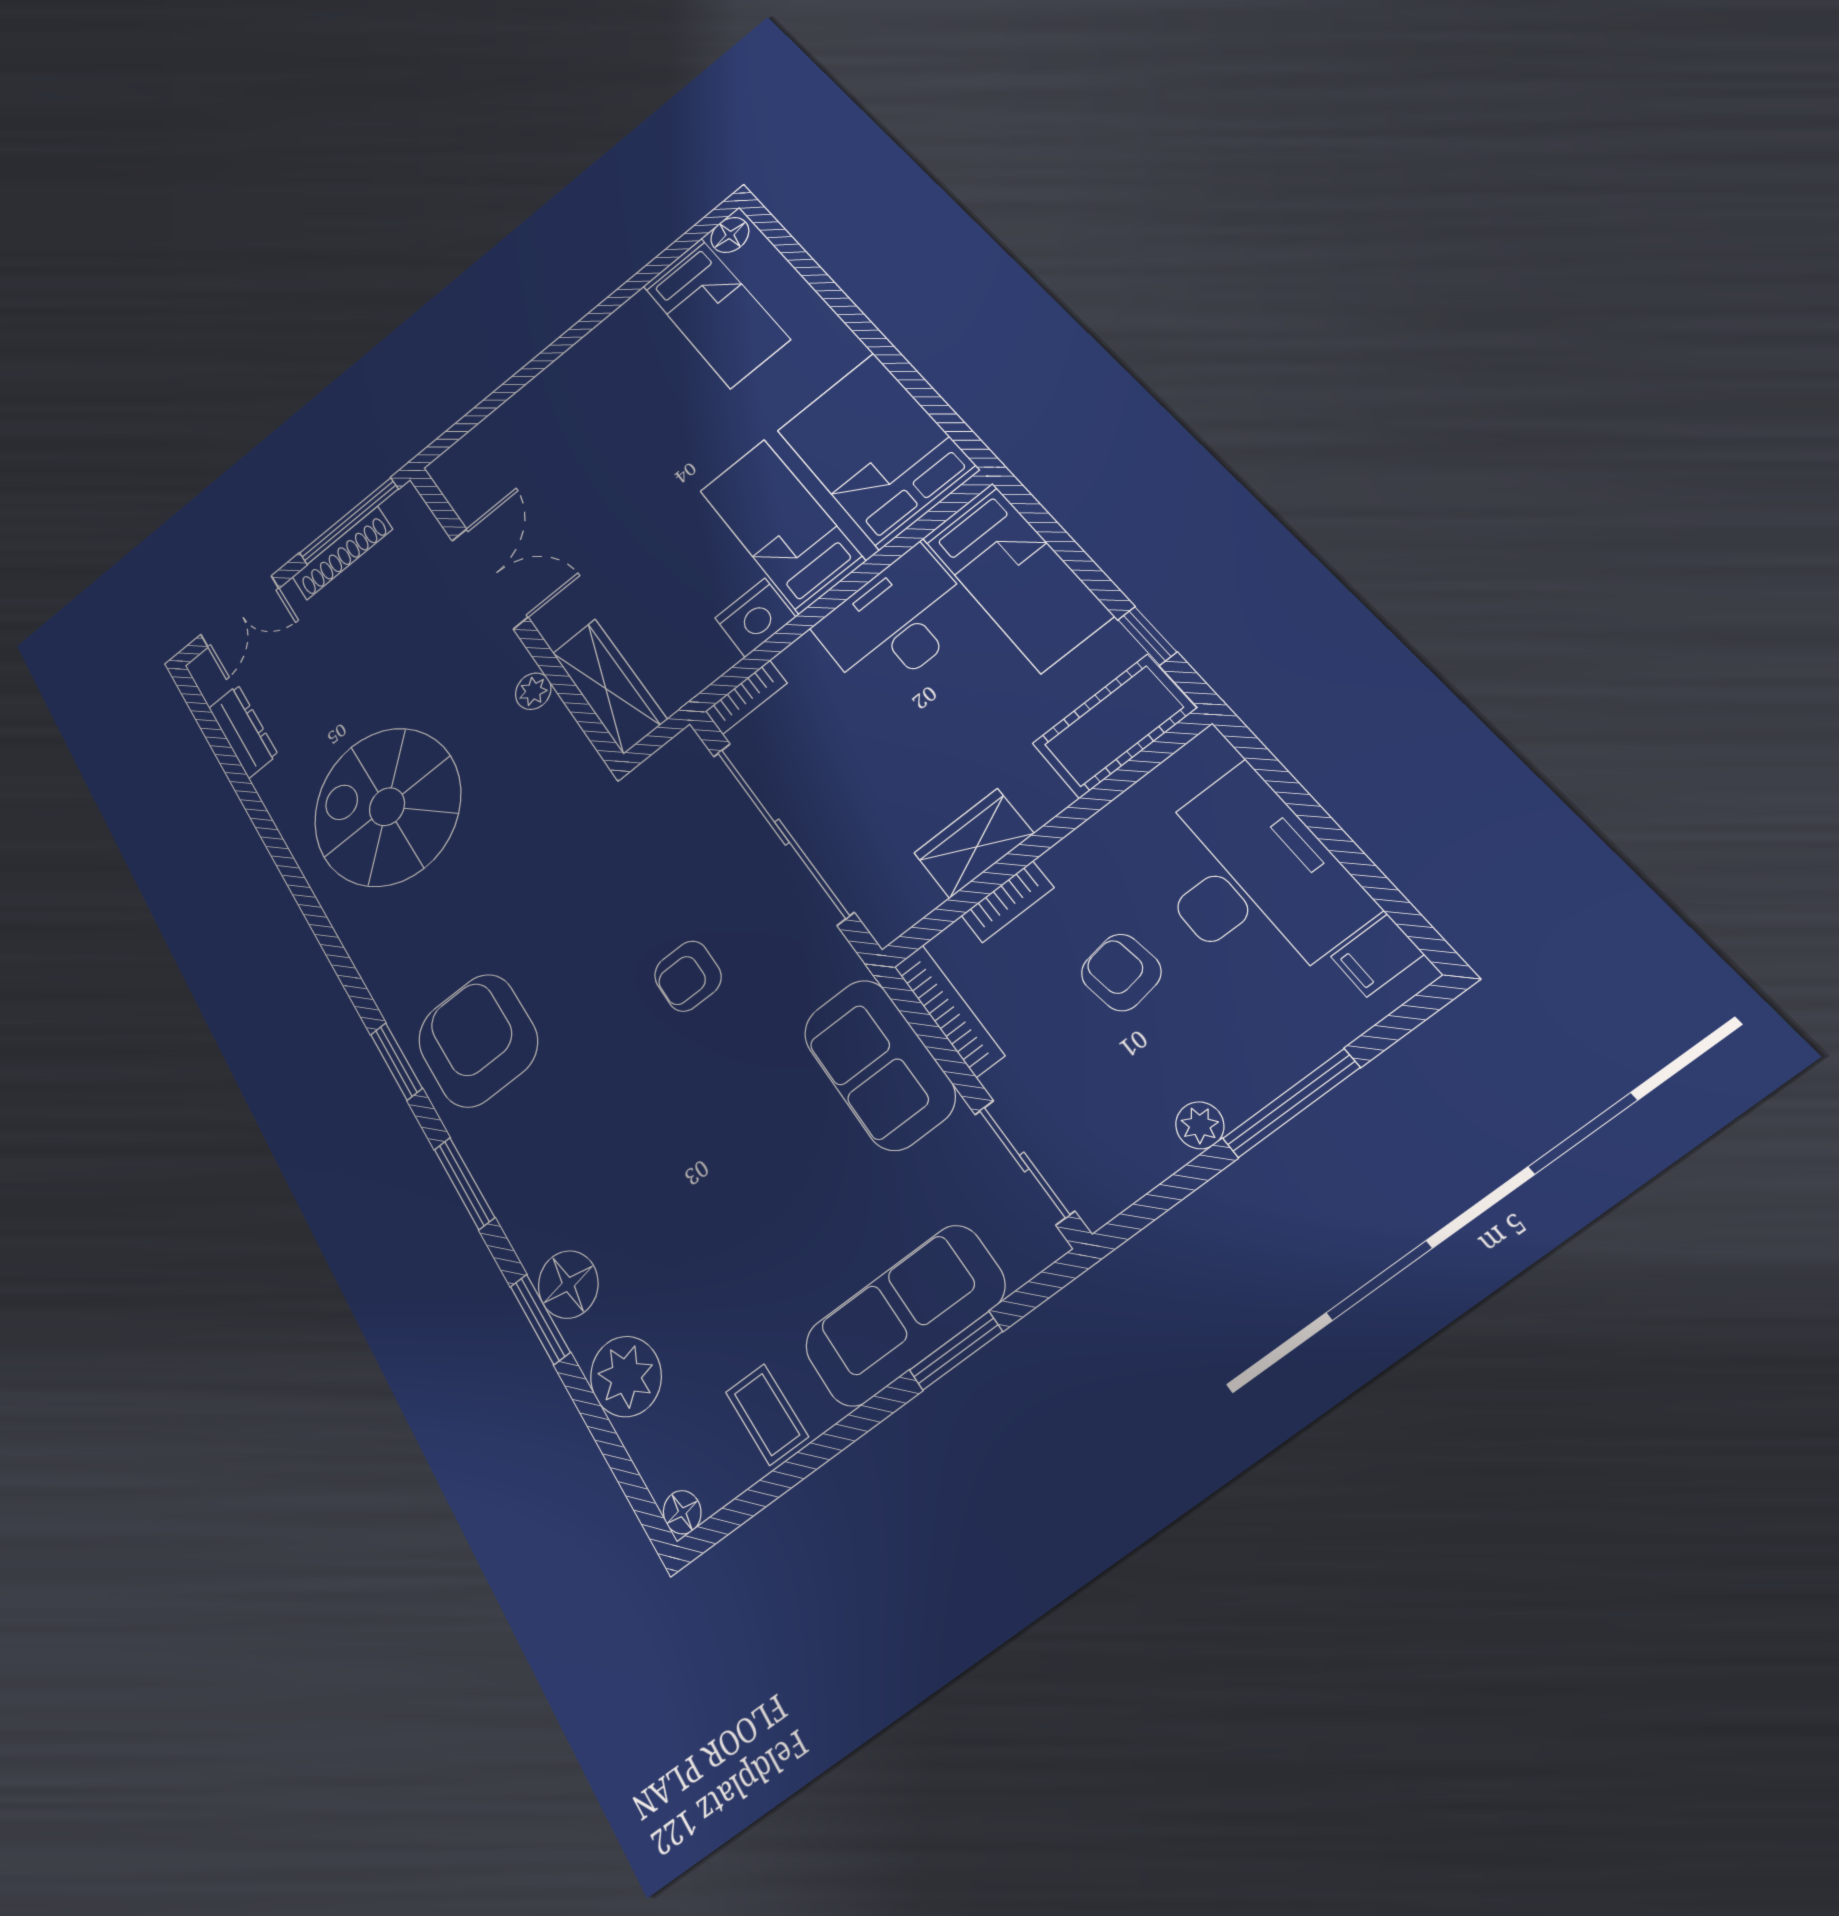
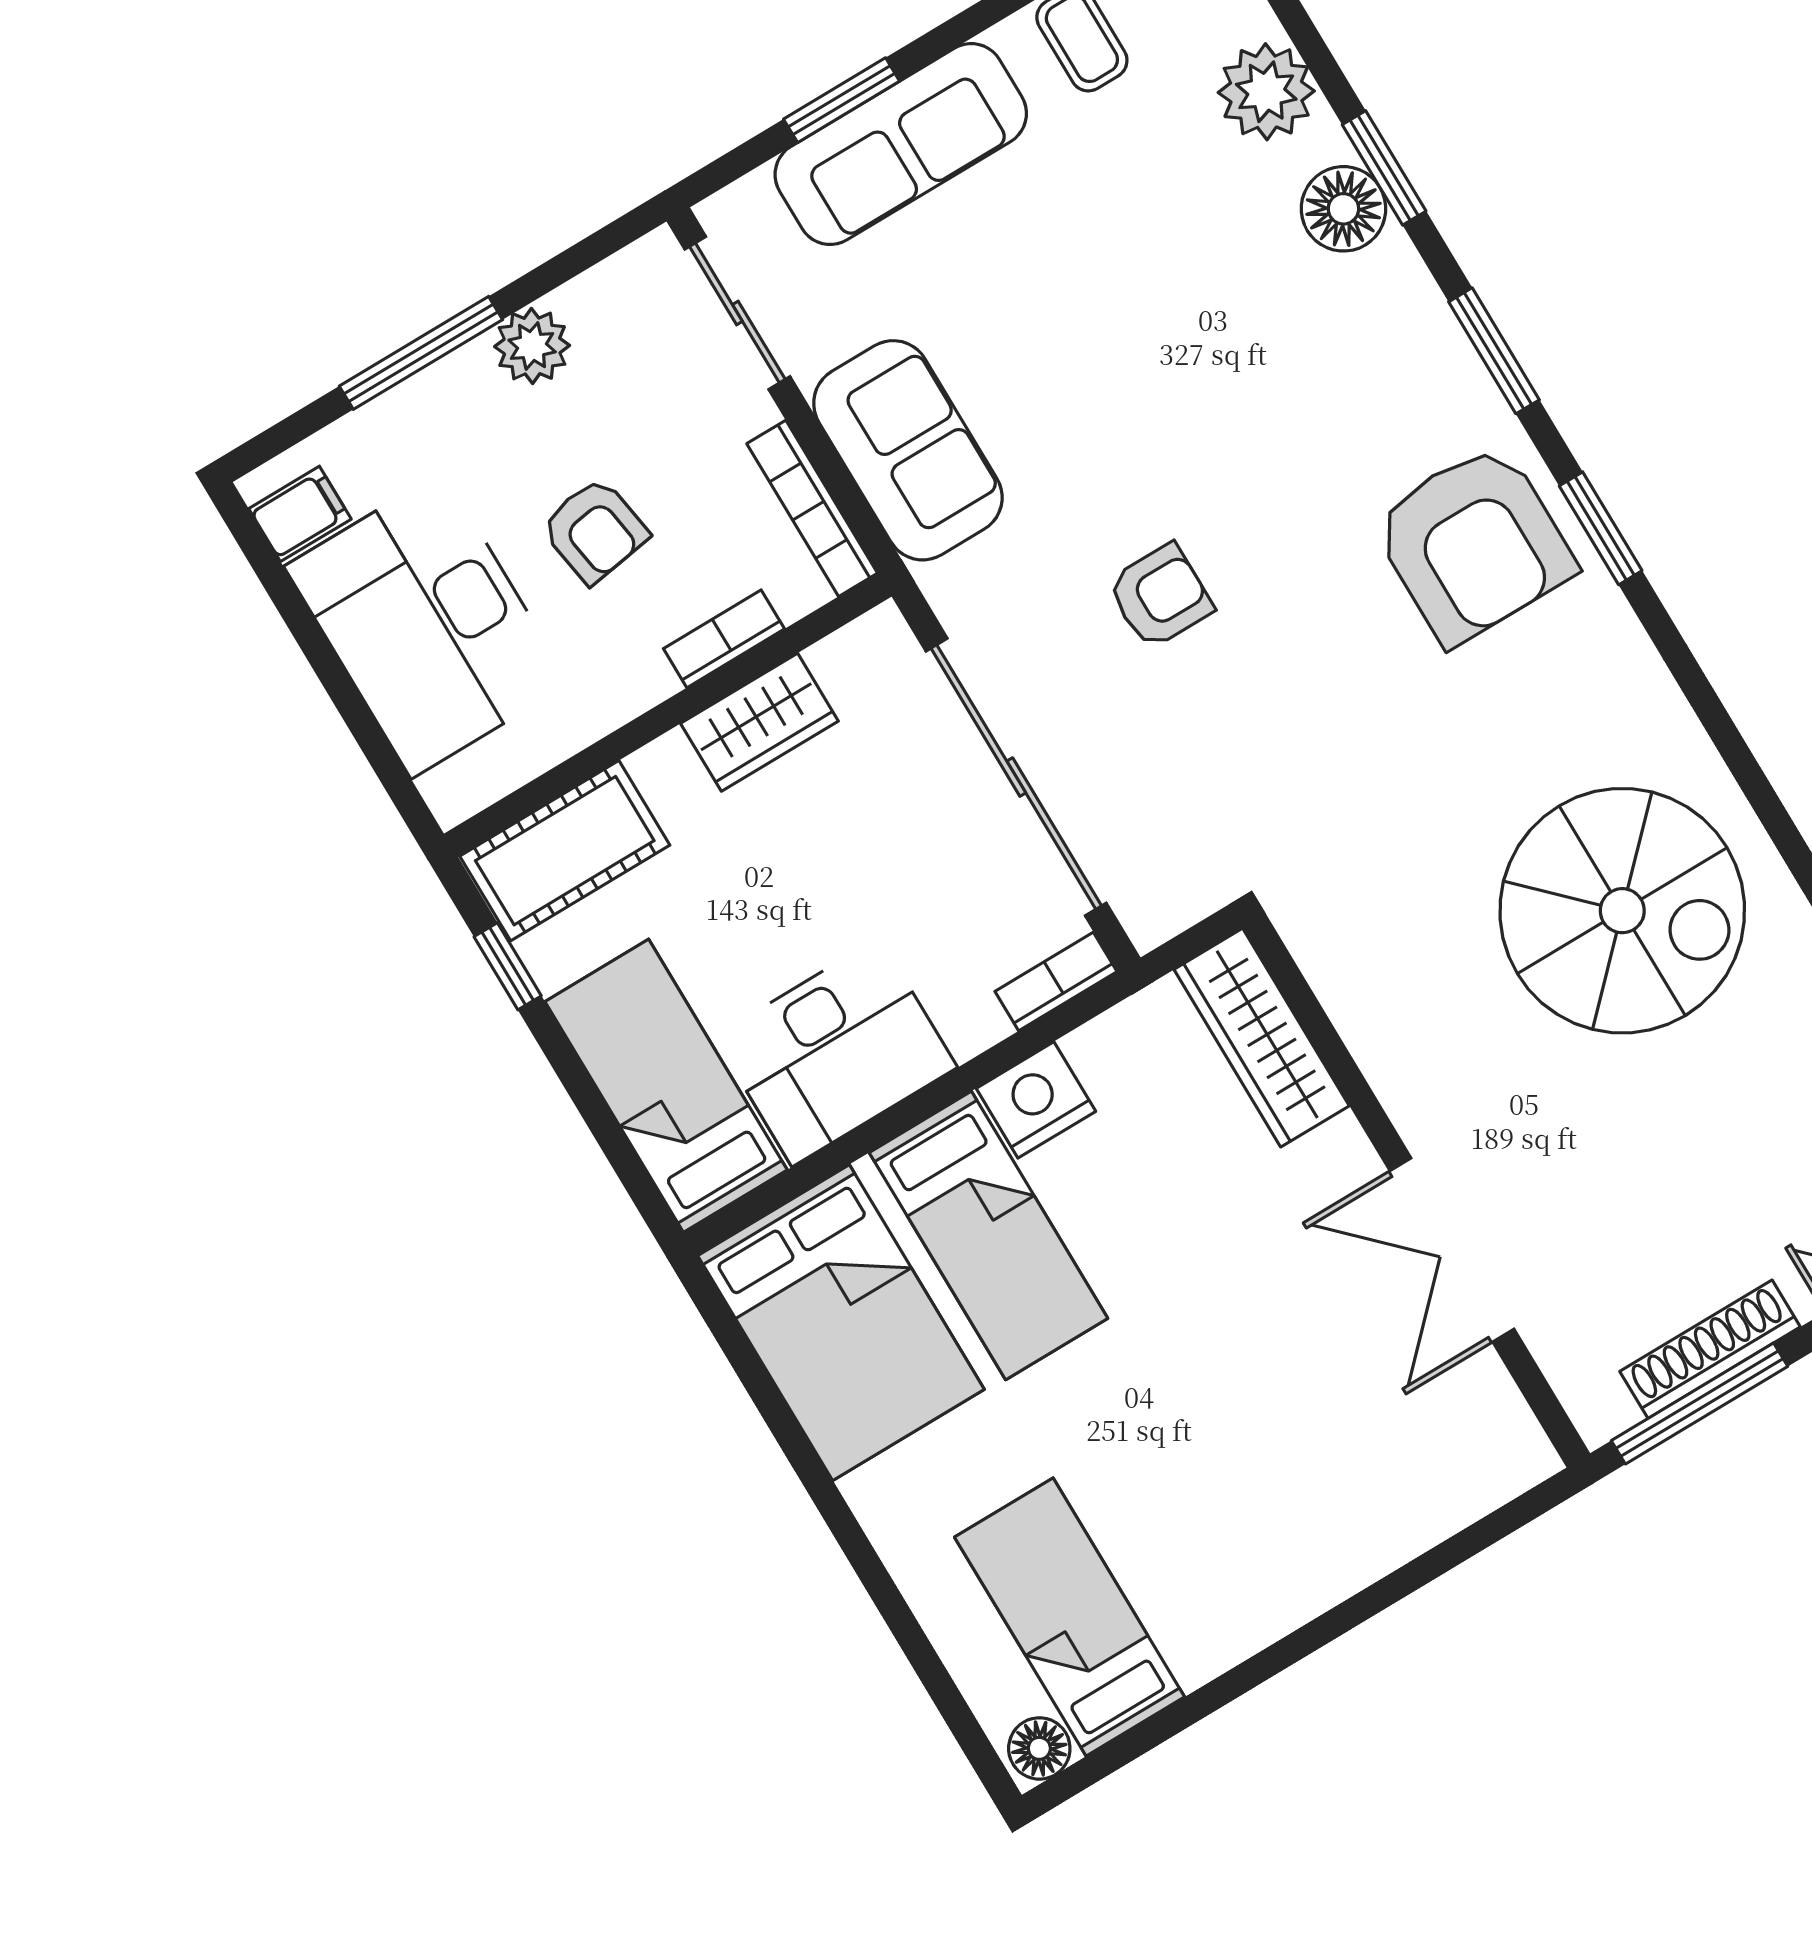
plant: (533, 691) -> (1382, 1051), removed
plant: (1200, 1125) -> (532, 346), width x1.38, depth x1.38

